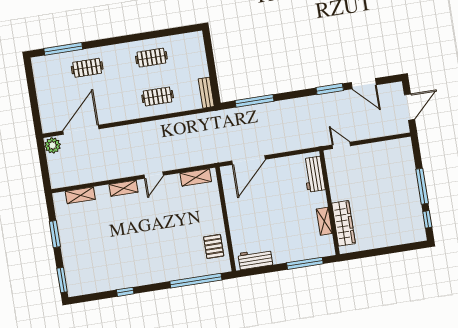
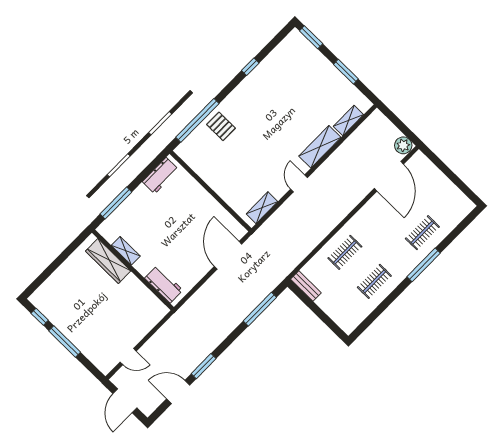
window: (63, 49) -> (424, 265), moved
door: (341, 145) -> (128, 357), moved
shelving: (124, 188) -> (320, 147), width x1.50, depth x1.33
pallet: (214, 246) -> (221, 126), moved

